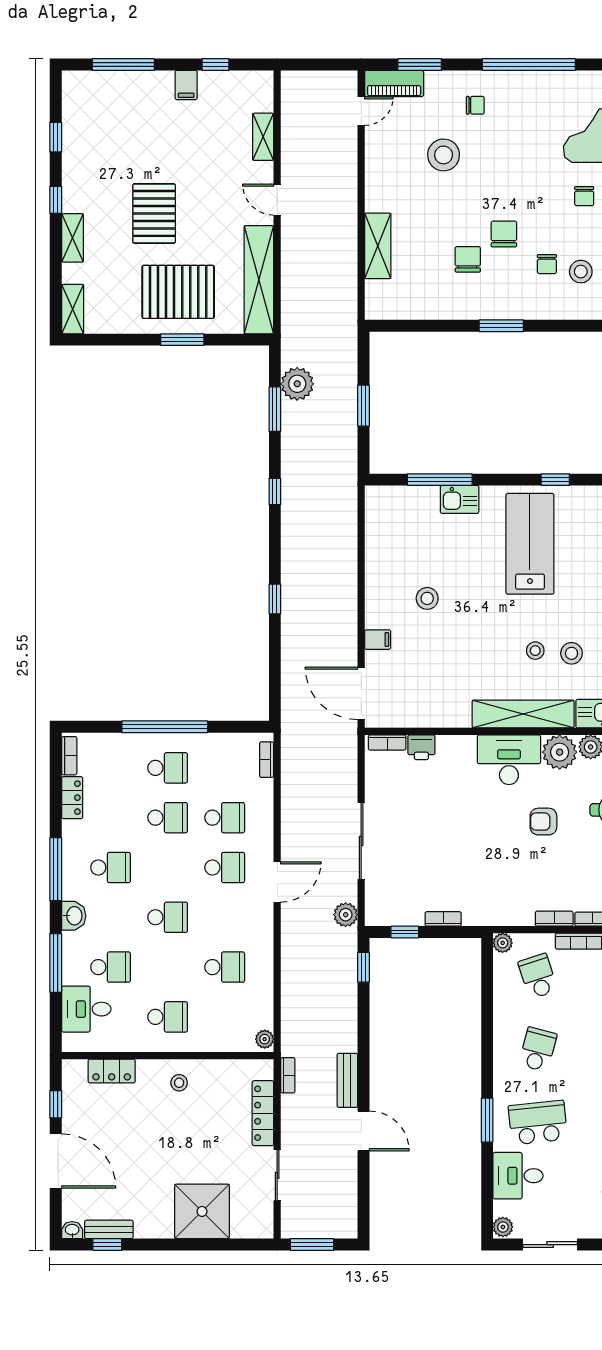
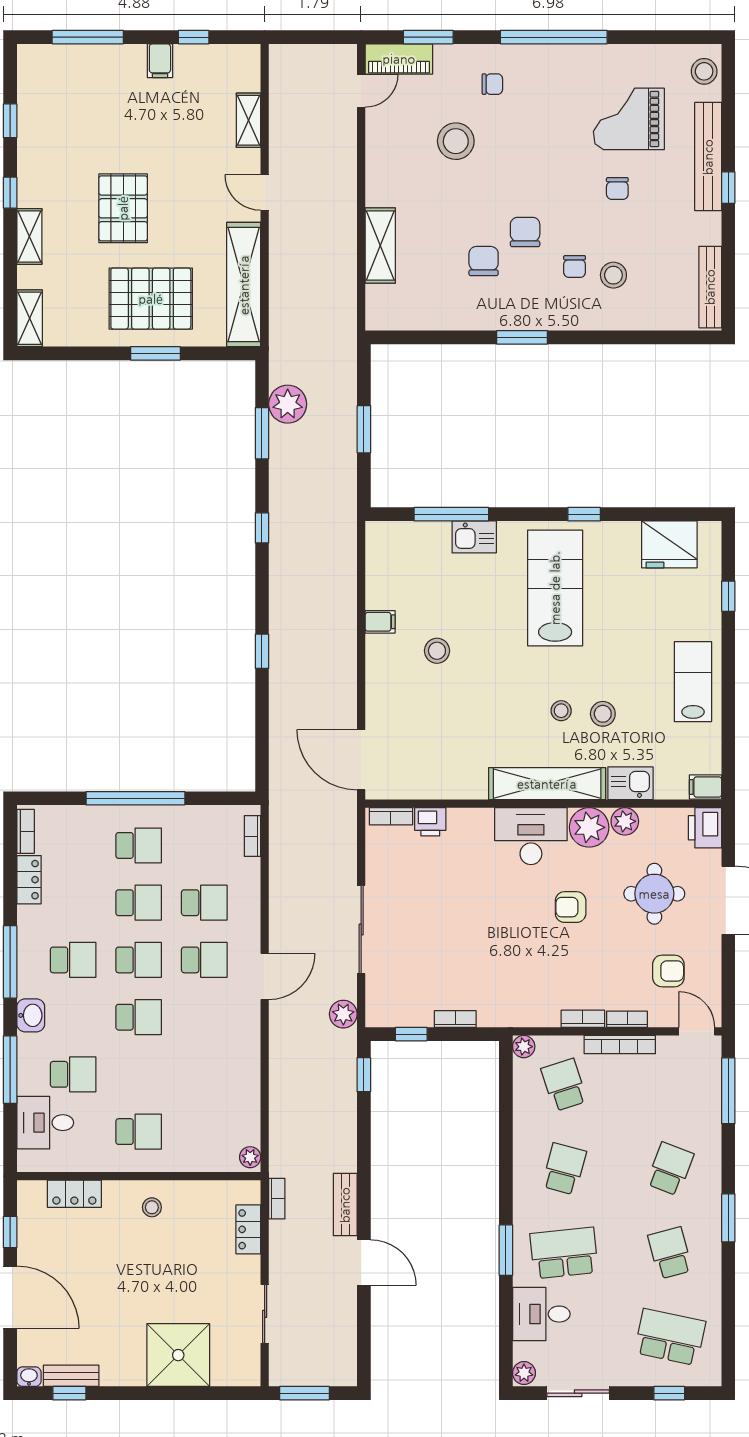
filing cabinet: (378, 640) -> (380, 622), moved
school desk: (225, 967) -> (139, 960), moved
locker: (263, 1113) -> (248, 1229), width x0.66

